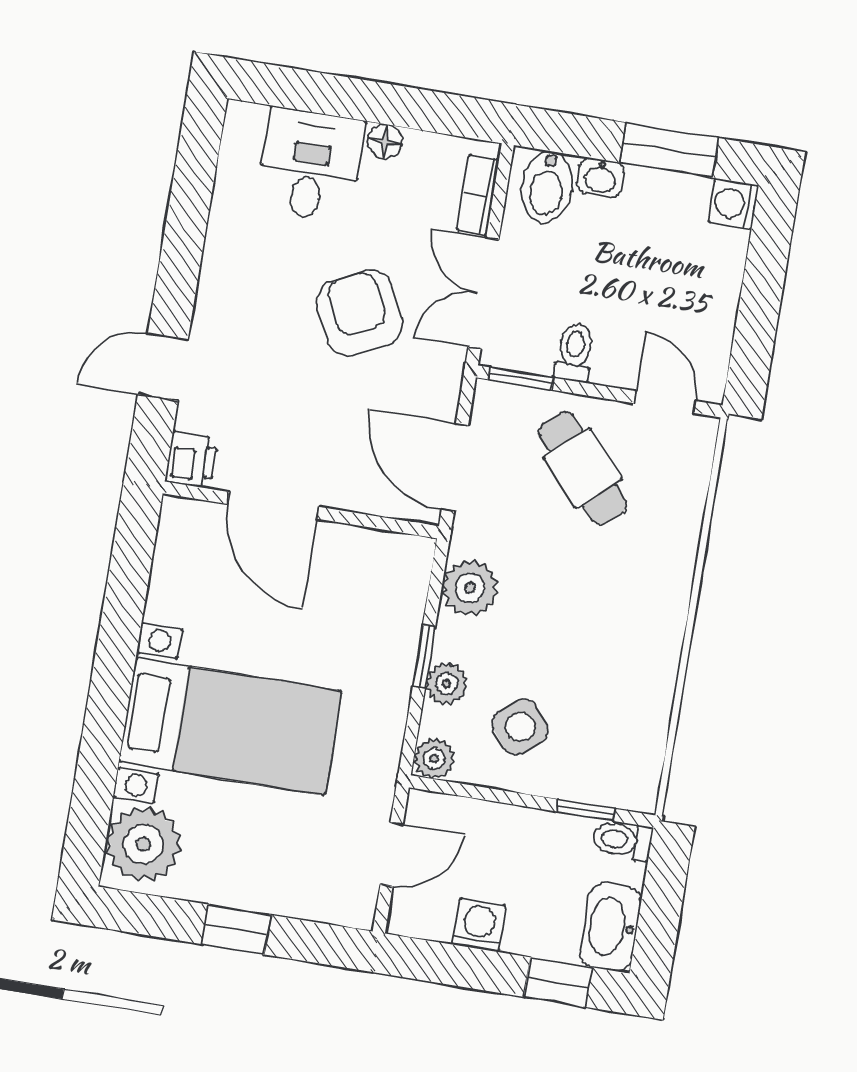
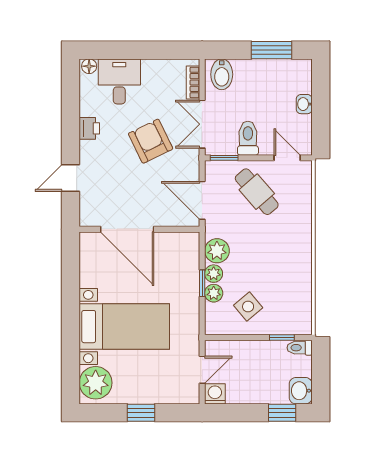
floor lamp: (385, 141) -> (89, 66), moved
washbasin: (600, 178) -> (304, 104), moved, turned 90
washing machine: (733, 204) -> (302, 68), removed
toilet: (575, 352) -> (248, 138), width x1.37, depth x1.39
printer: (192, 460) -> (89, 128), moved
door: (273, 505) -> (127, 229), width x1.36
plant: (434, 758) -> (214, 274), moved
washing machine: (479, 925) -> (215, 394), moved
washbasin: (611, 927) -> (301, 391), width x0.72

